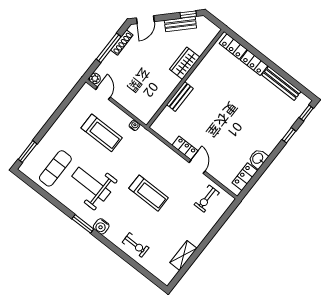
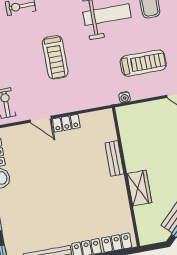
treadmill: (102, 133) -> (143, 63), turned 180
treadmill: (149, 193) -> (55, 57), turned -90

